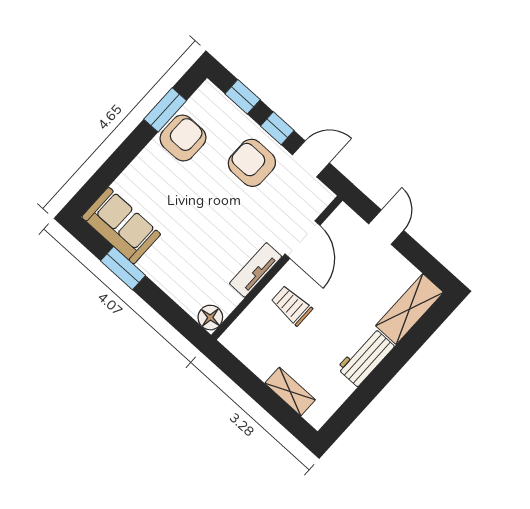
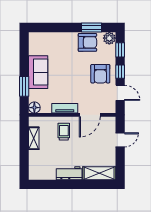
plant: (208, 97) -> (109, 38), added
armchair: (252, 163) -> (100, 74), turned 180
sofa: (121, 226) -> (38, 72), moved
window: (123, 268) -> (24, 86), moved
shelving: (290, 392) -> (34, 138), moved

